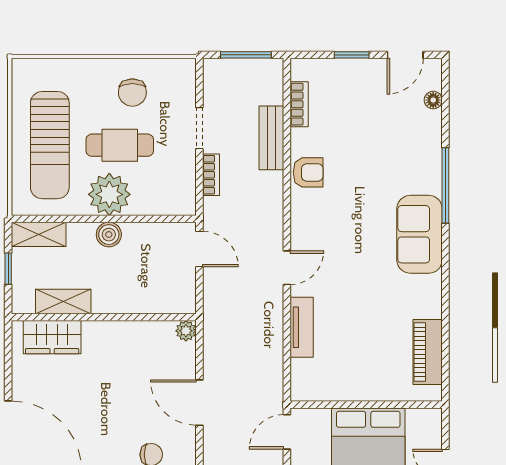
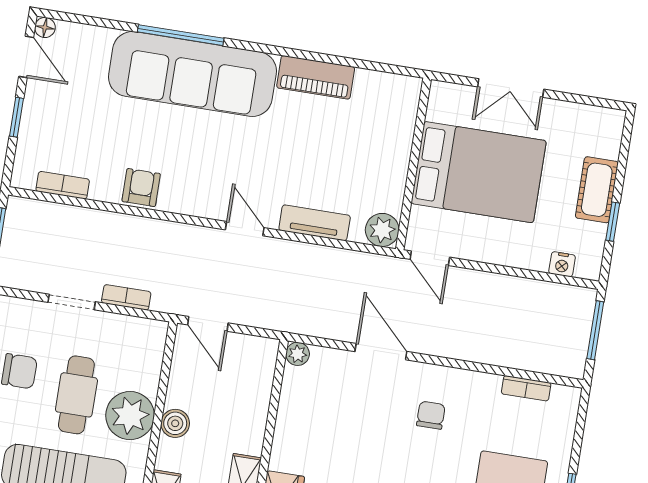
floor lamp: (433, 100) -> (45, 27), moved
bench: (271, 138) -> (96, 223), removed
sofa: (420, 234) -> (192, 74), width x1.85, depth x1.27
door: (199, 249) -> (208, 324), swing flipped
piano: (428, 352) -> (316, 77), moved
plant: (305, 387) -> (382, 230), added
door: (199, 403) -> (381, 352), swing flipped

